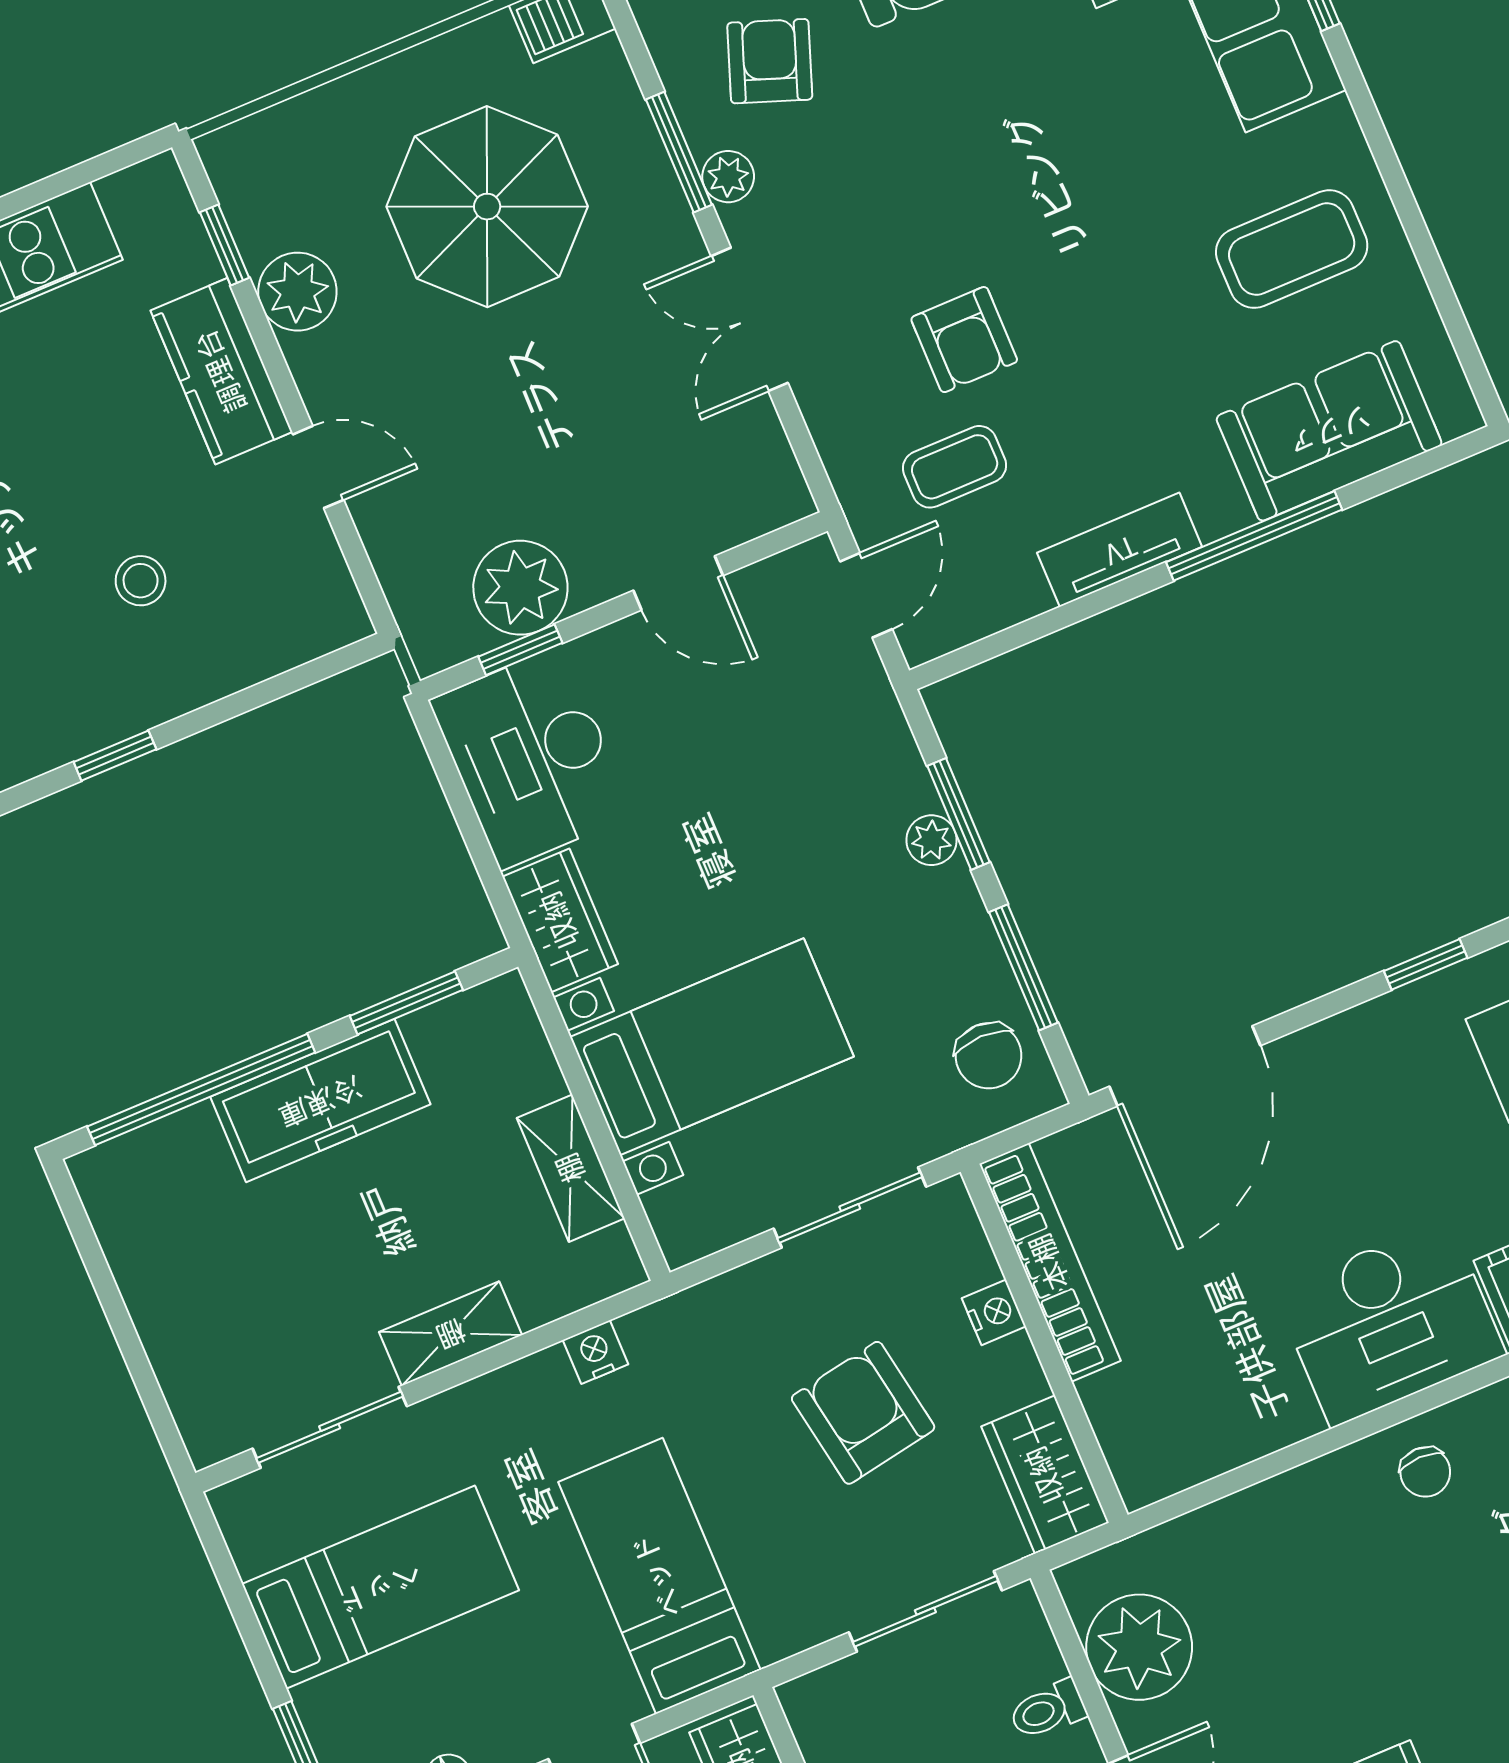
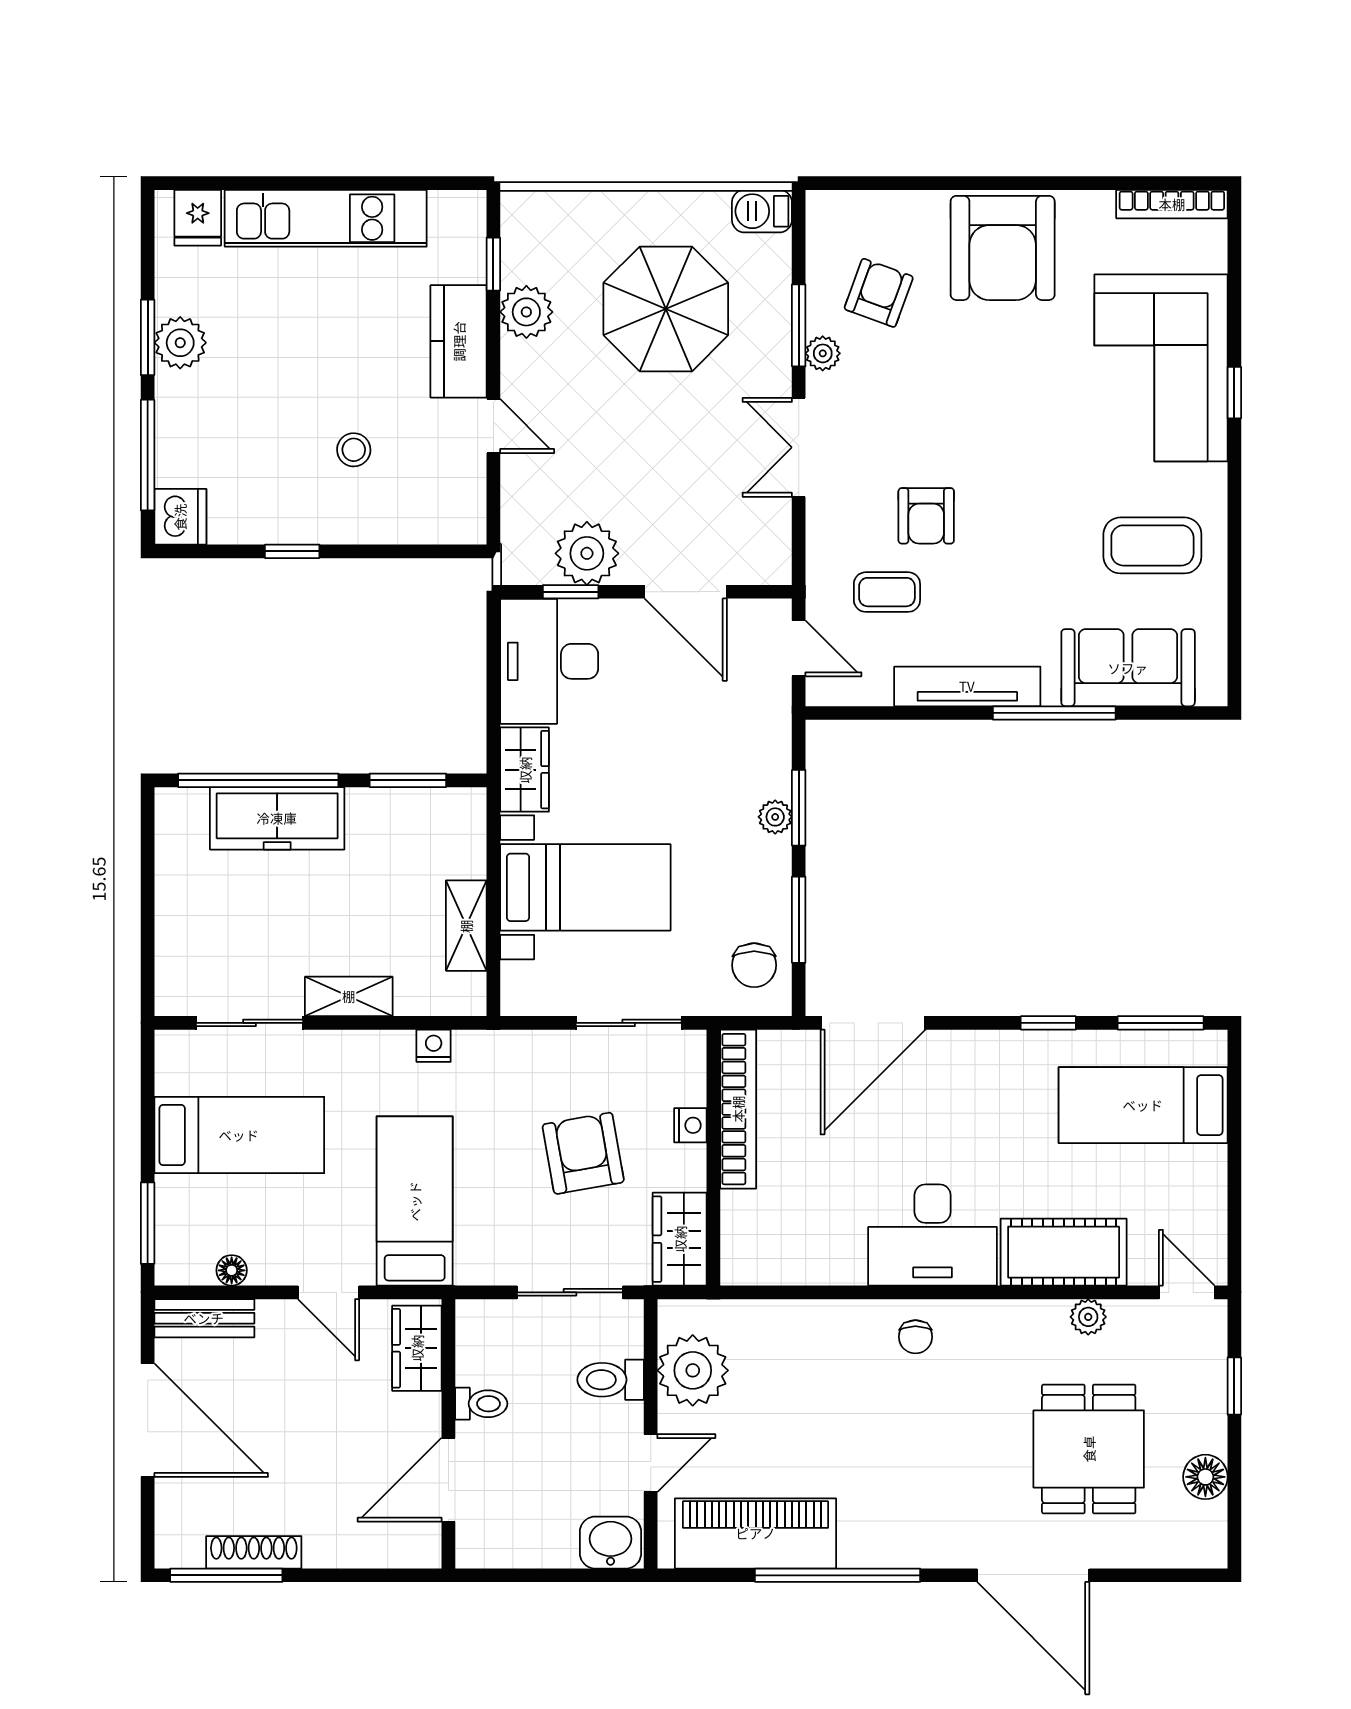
tv unit: (1120, 550) -> (967, 686), width x1.41
door: (678, 583) -> (686, 592), width x1.38
door: (866, 595) -> (799, 648), hinge flipped
freezer: (320, 1101) -> (277, 818), moved
toilet: (1048, 1710) -> (611, 1380), width x1.37, depth x1.39

